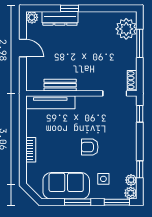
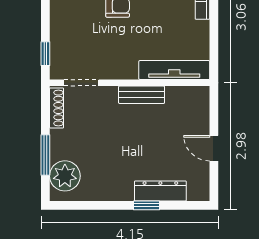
plant: (32, 17) -> (201, 192), removed
shoe rack: (132, 80) -> (57, 108), width x1.43
bench: (60, 85) -> (142, 95), moved

